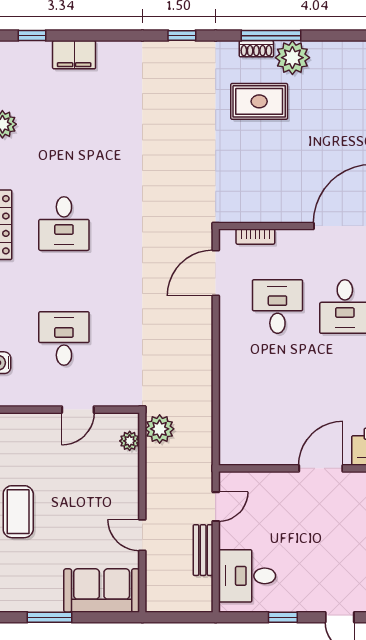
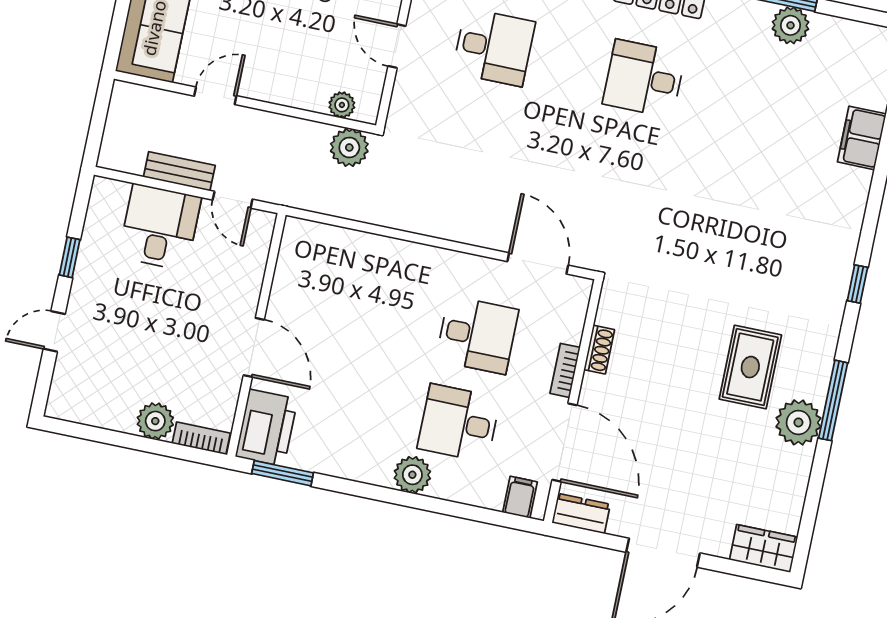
shoe rack: (256, 49) -> (599, 350), moved, turned 180
bookcase: (255, 237) -> (565, 370), moved
desk: (247, 576) -> (160, 227), moved

